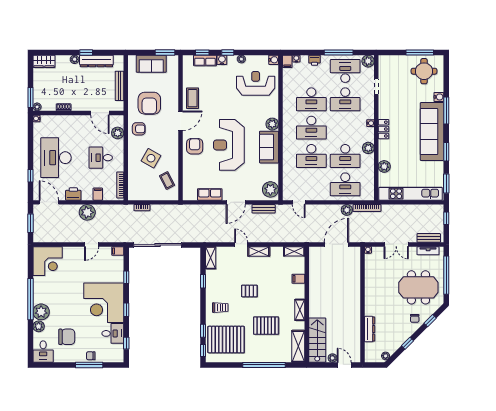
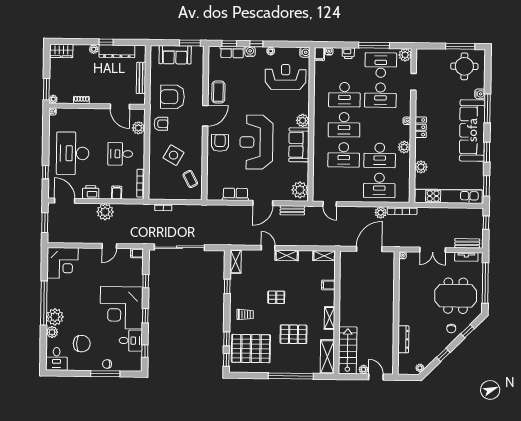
armchair: (149, 103) -> (172, 97), turned 90

